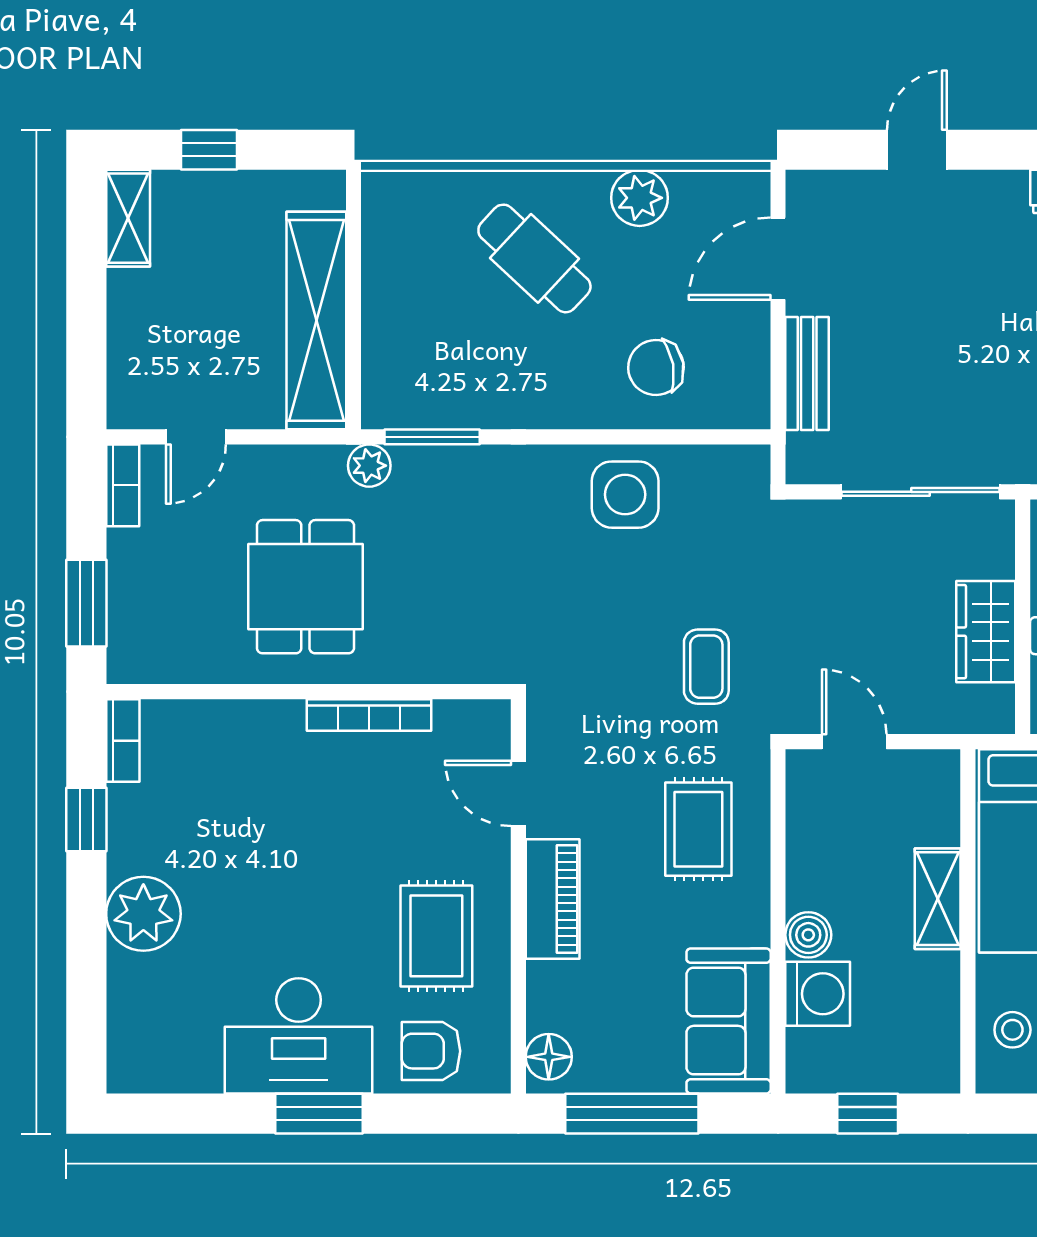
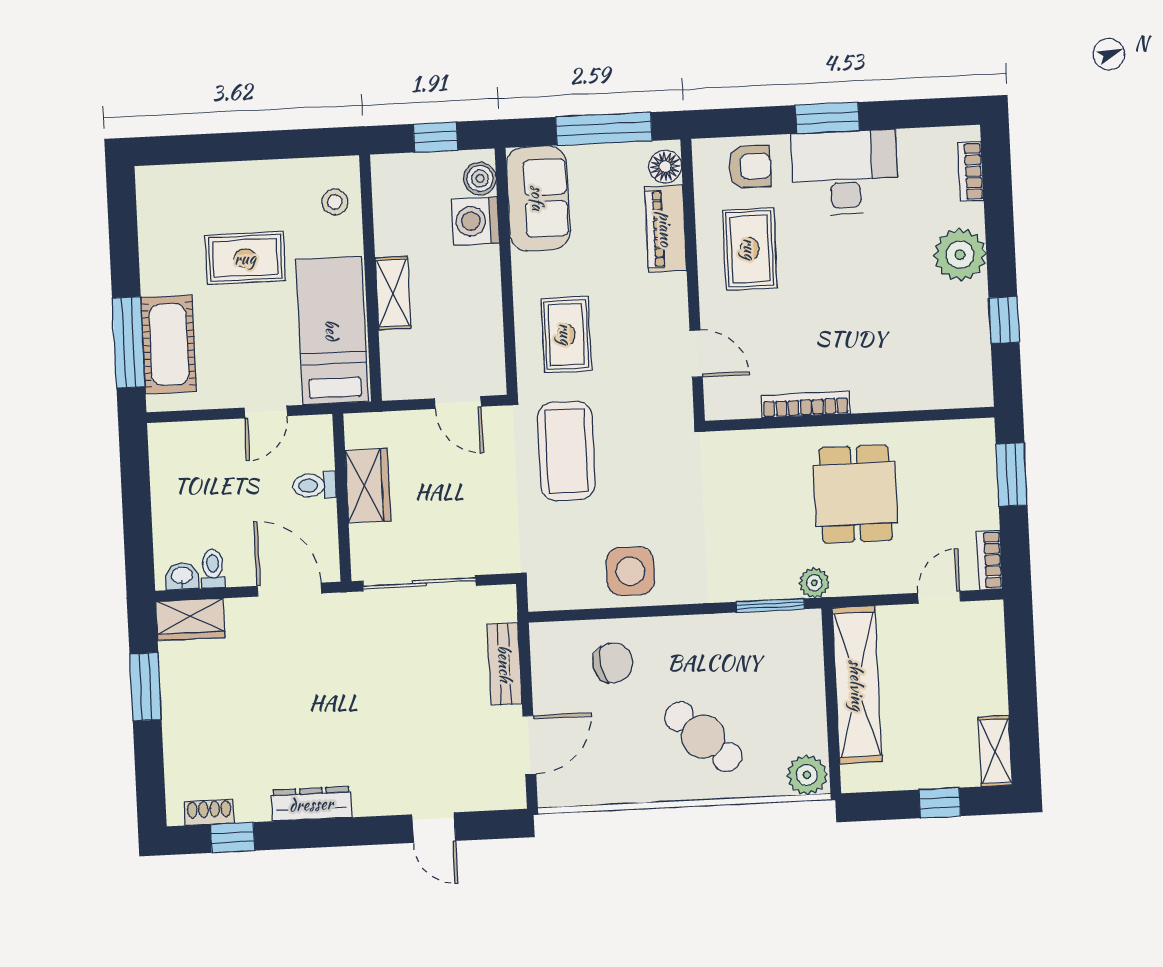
door: (917, 150) -> (434, 828), hinge flipped
plant: (640, 198) -> (807, 775), moved
coffee table: (706, 667) -> (566, 451), width x1.86, depth x1.72
bookcase: (123, 741) -> (971, 171), moved
piano: (553, 899) -> (666, 229), moved
boiler: (808, 935) -> (480, 179), moved

